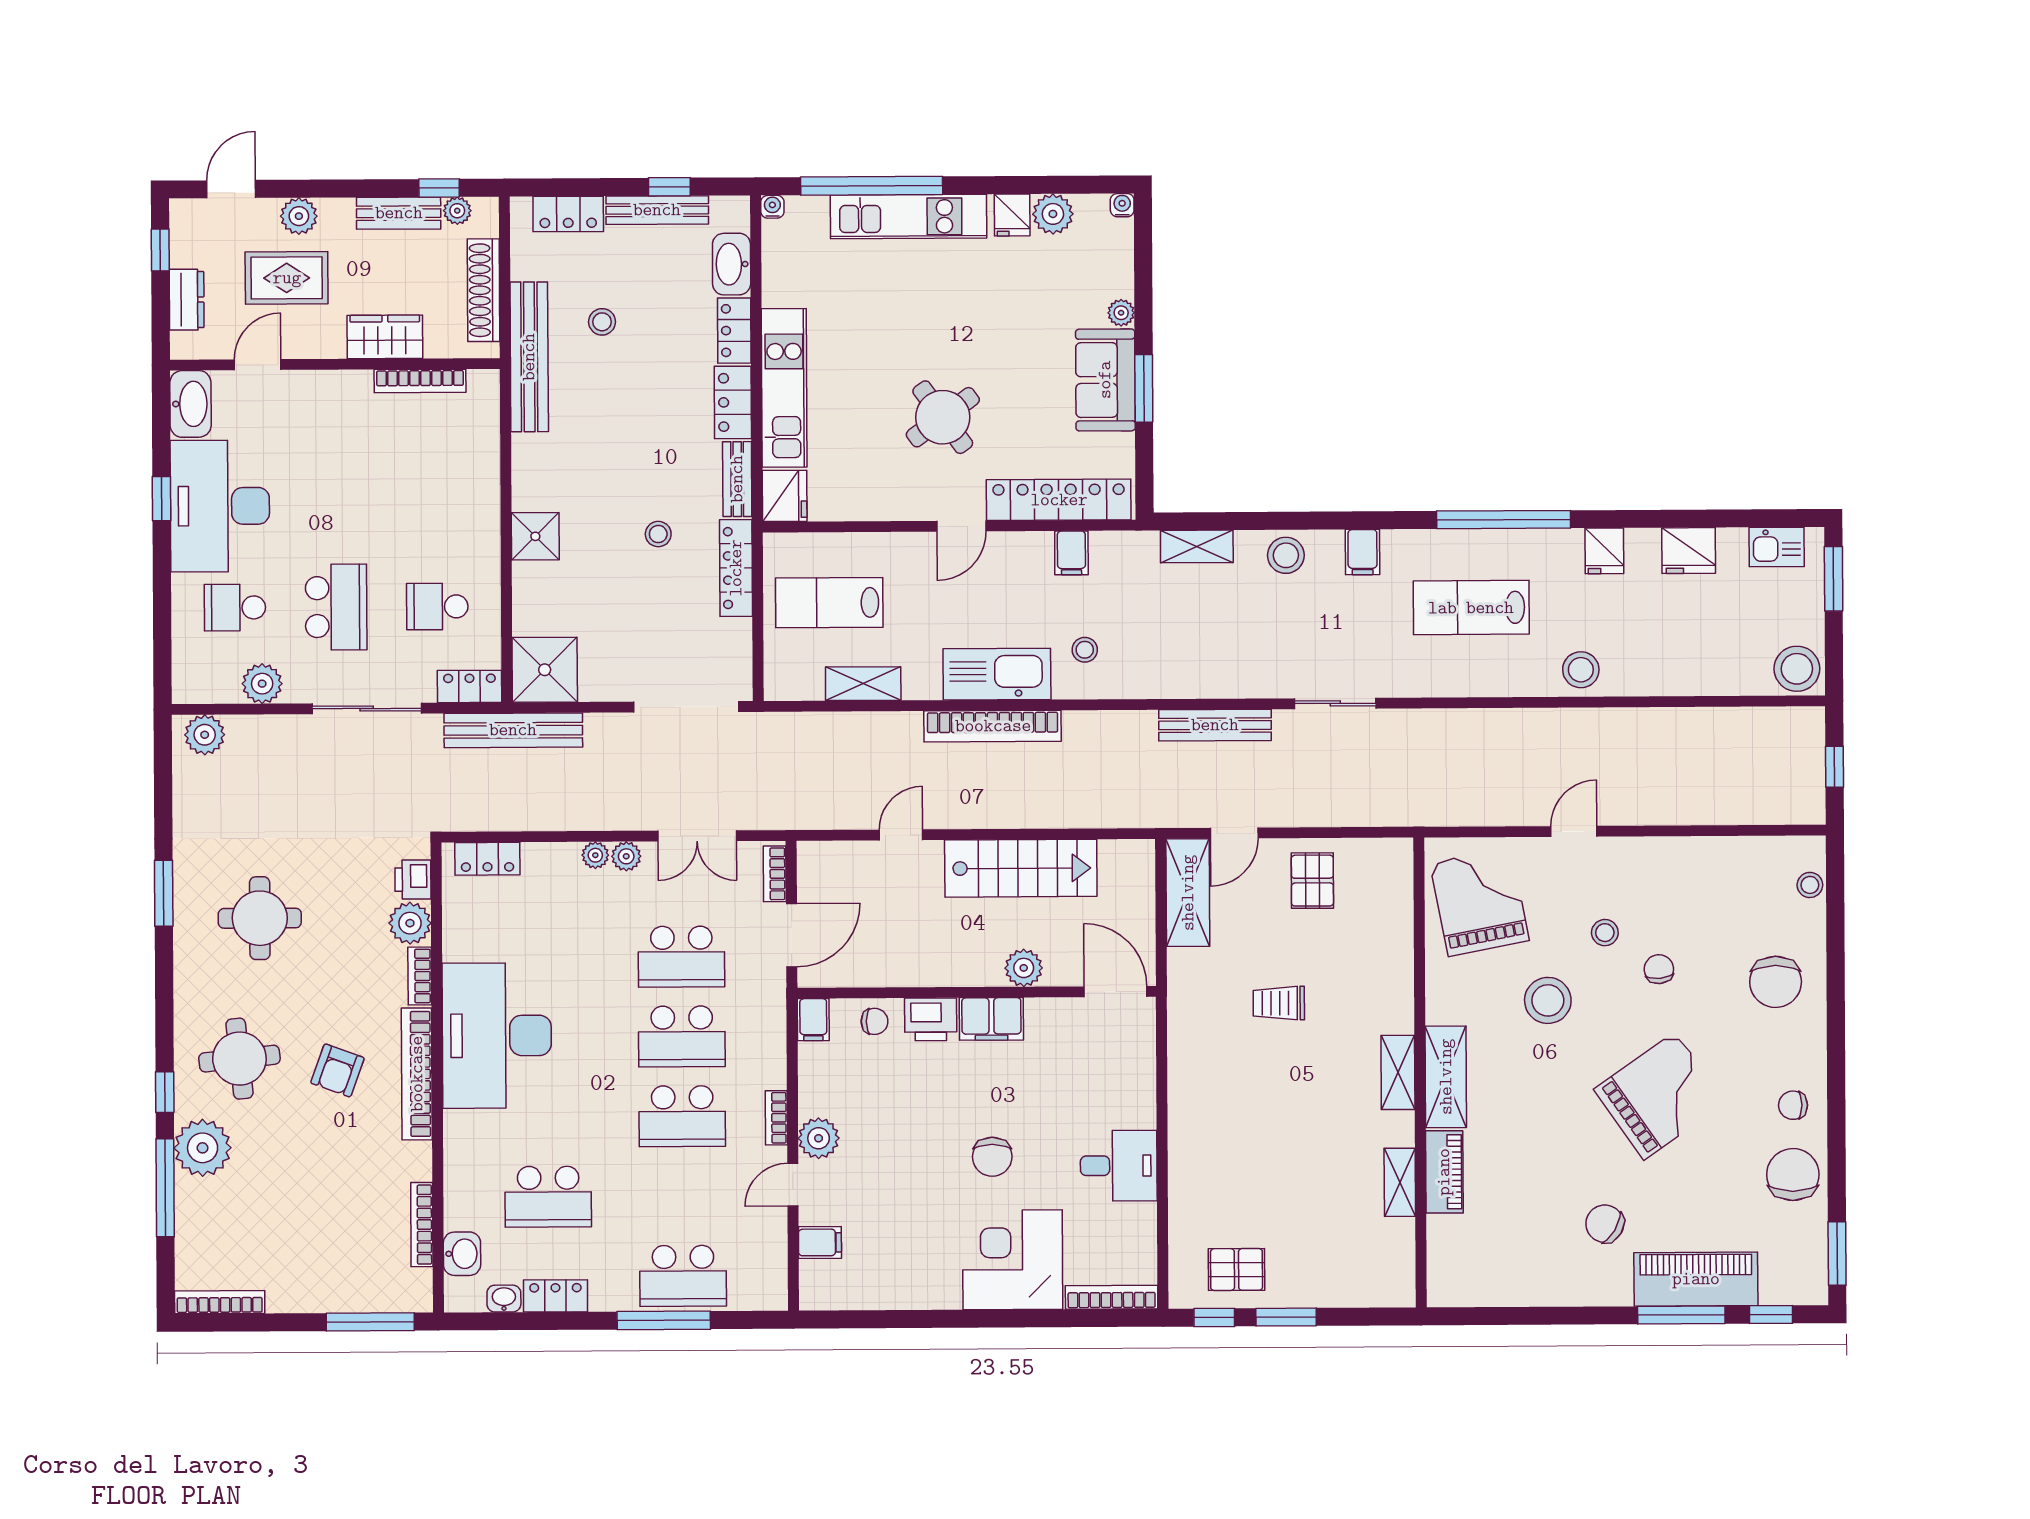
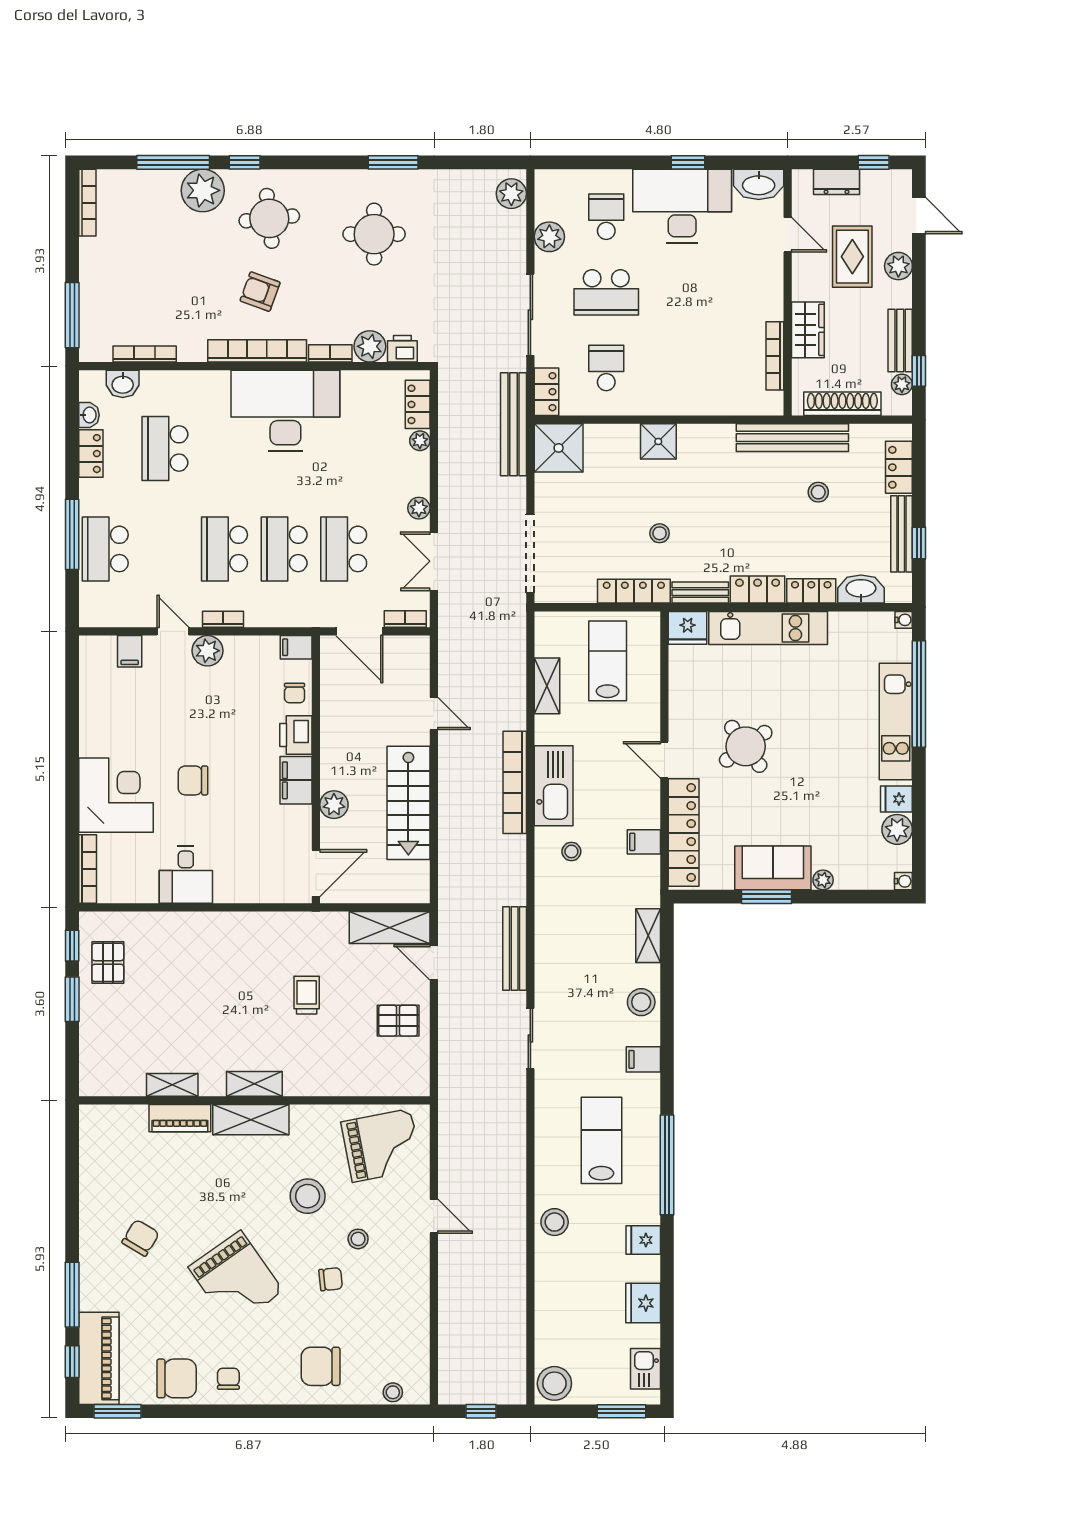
plant: (595, 855) -> (420, 441), moved
piano: (1696, 1279) -> (99, 1358), moved

